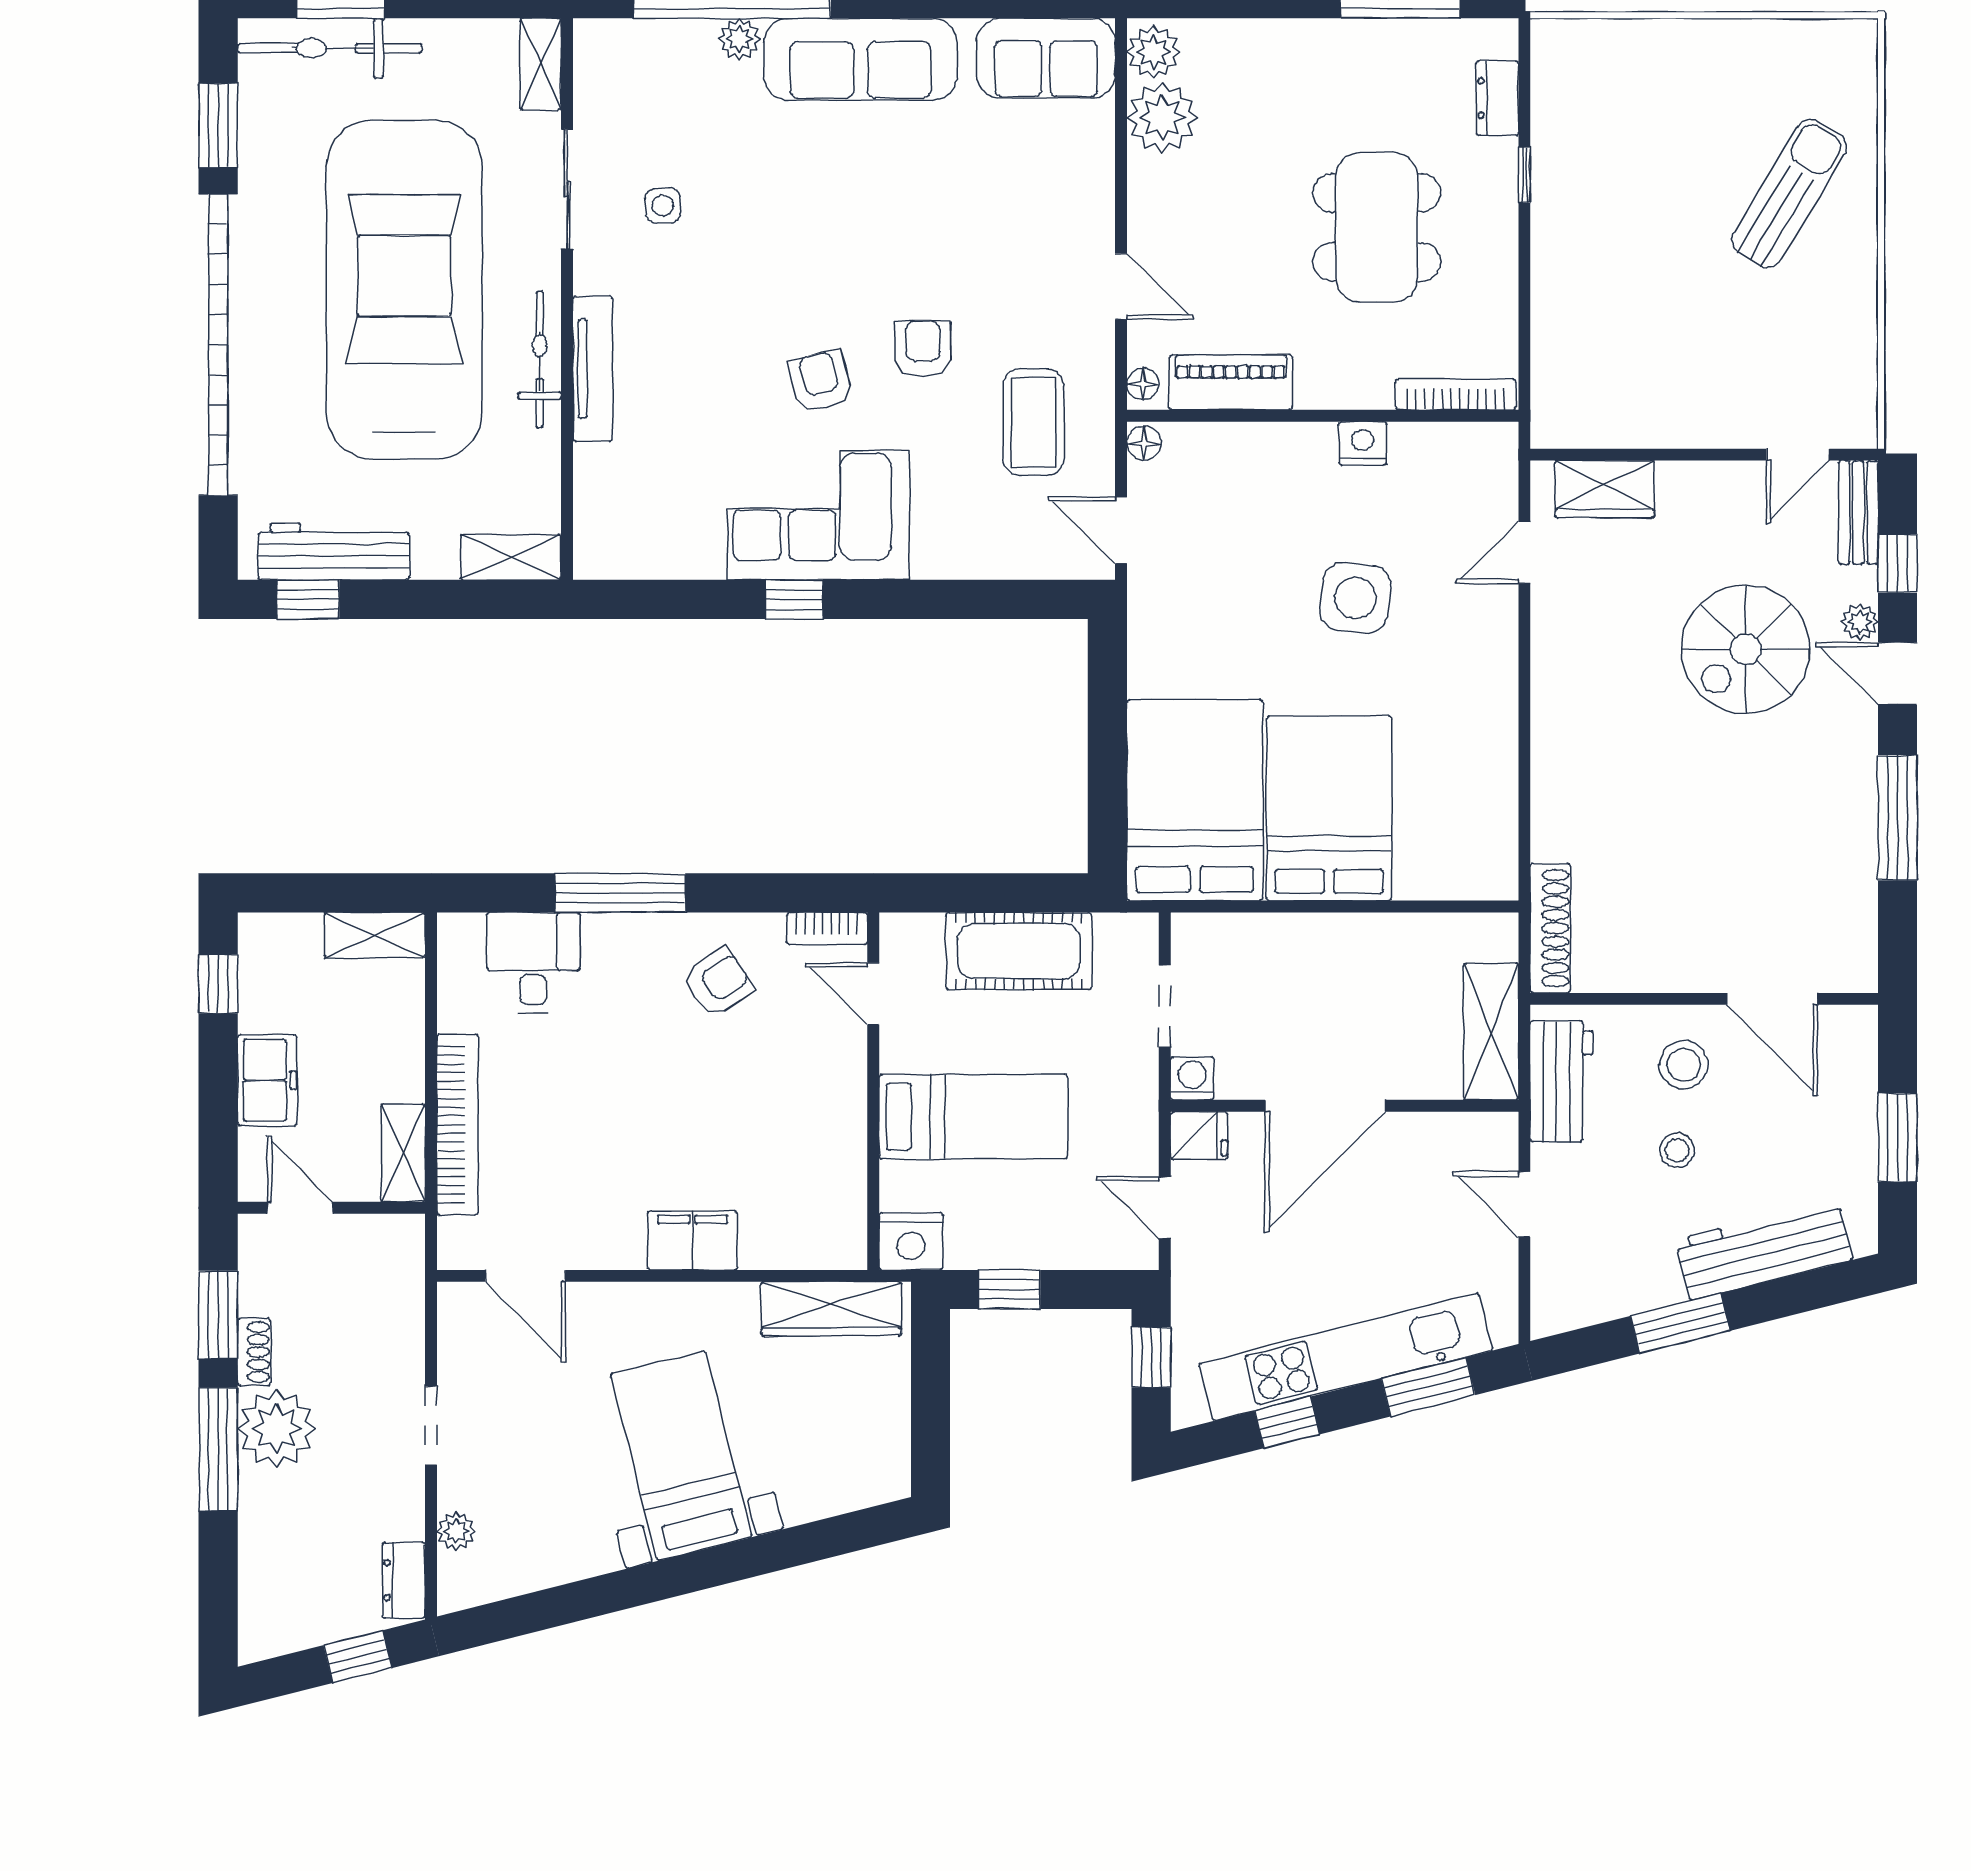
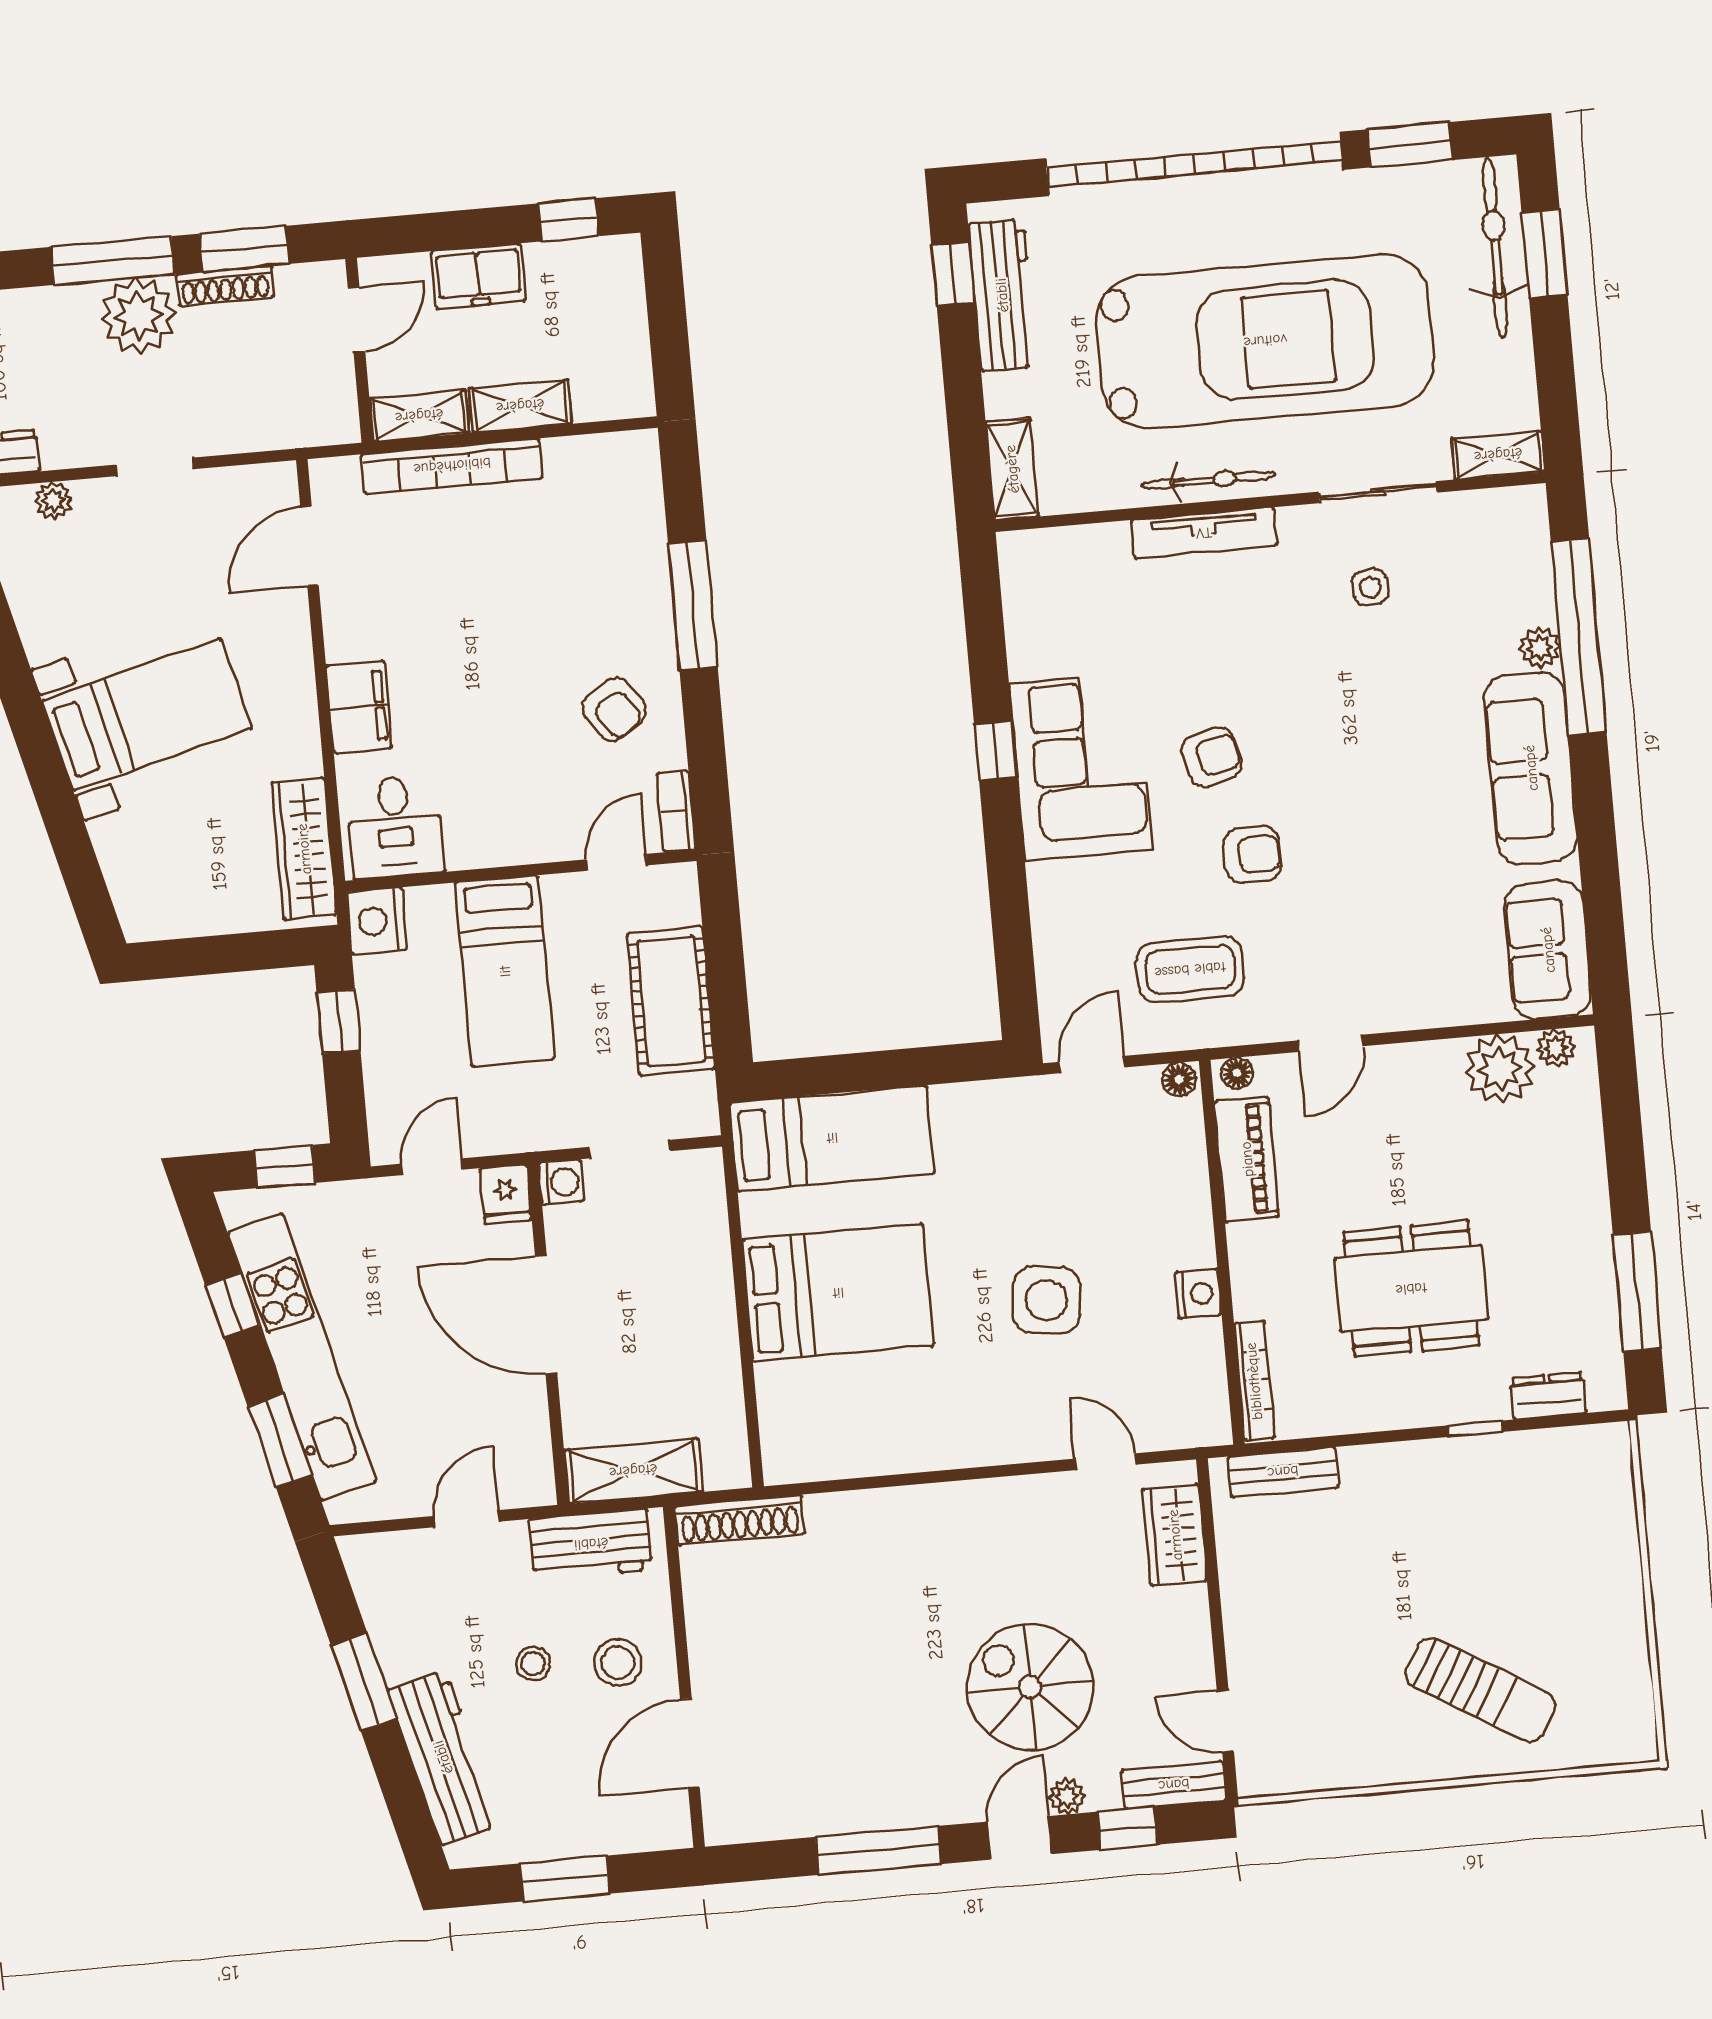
plant: (1153, 52) -> (1556, 1048), width x0.73, depth x0.73
bench: (1551, 374) -> (1283, 1472), added
bed: (1195, 800) -> (832, 1138), width x0.67
shelving: (375, 935) -> (520, 406), moved, turned 90
desk: (533, 963) -> (395, 827), moved, turned 90
shoe rack: (254, 1352) -> (225, 286), width x1.43

